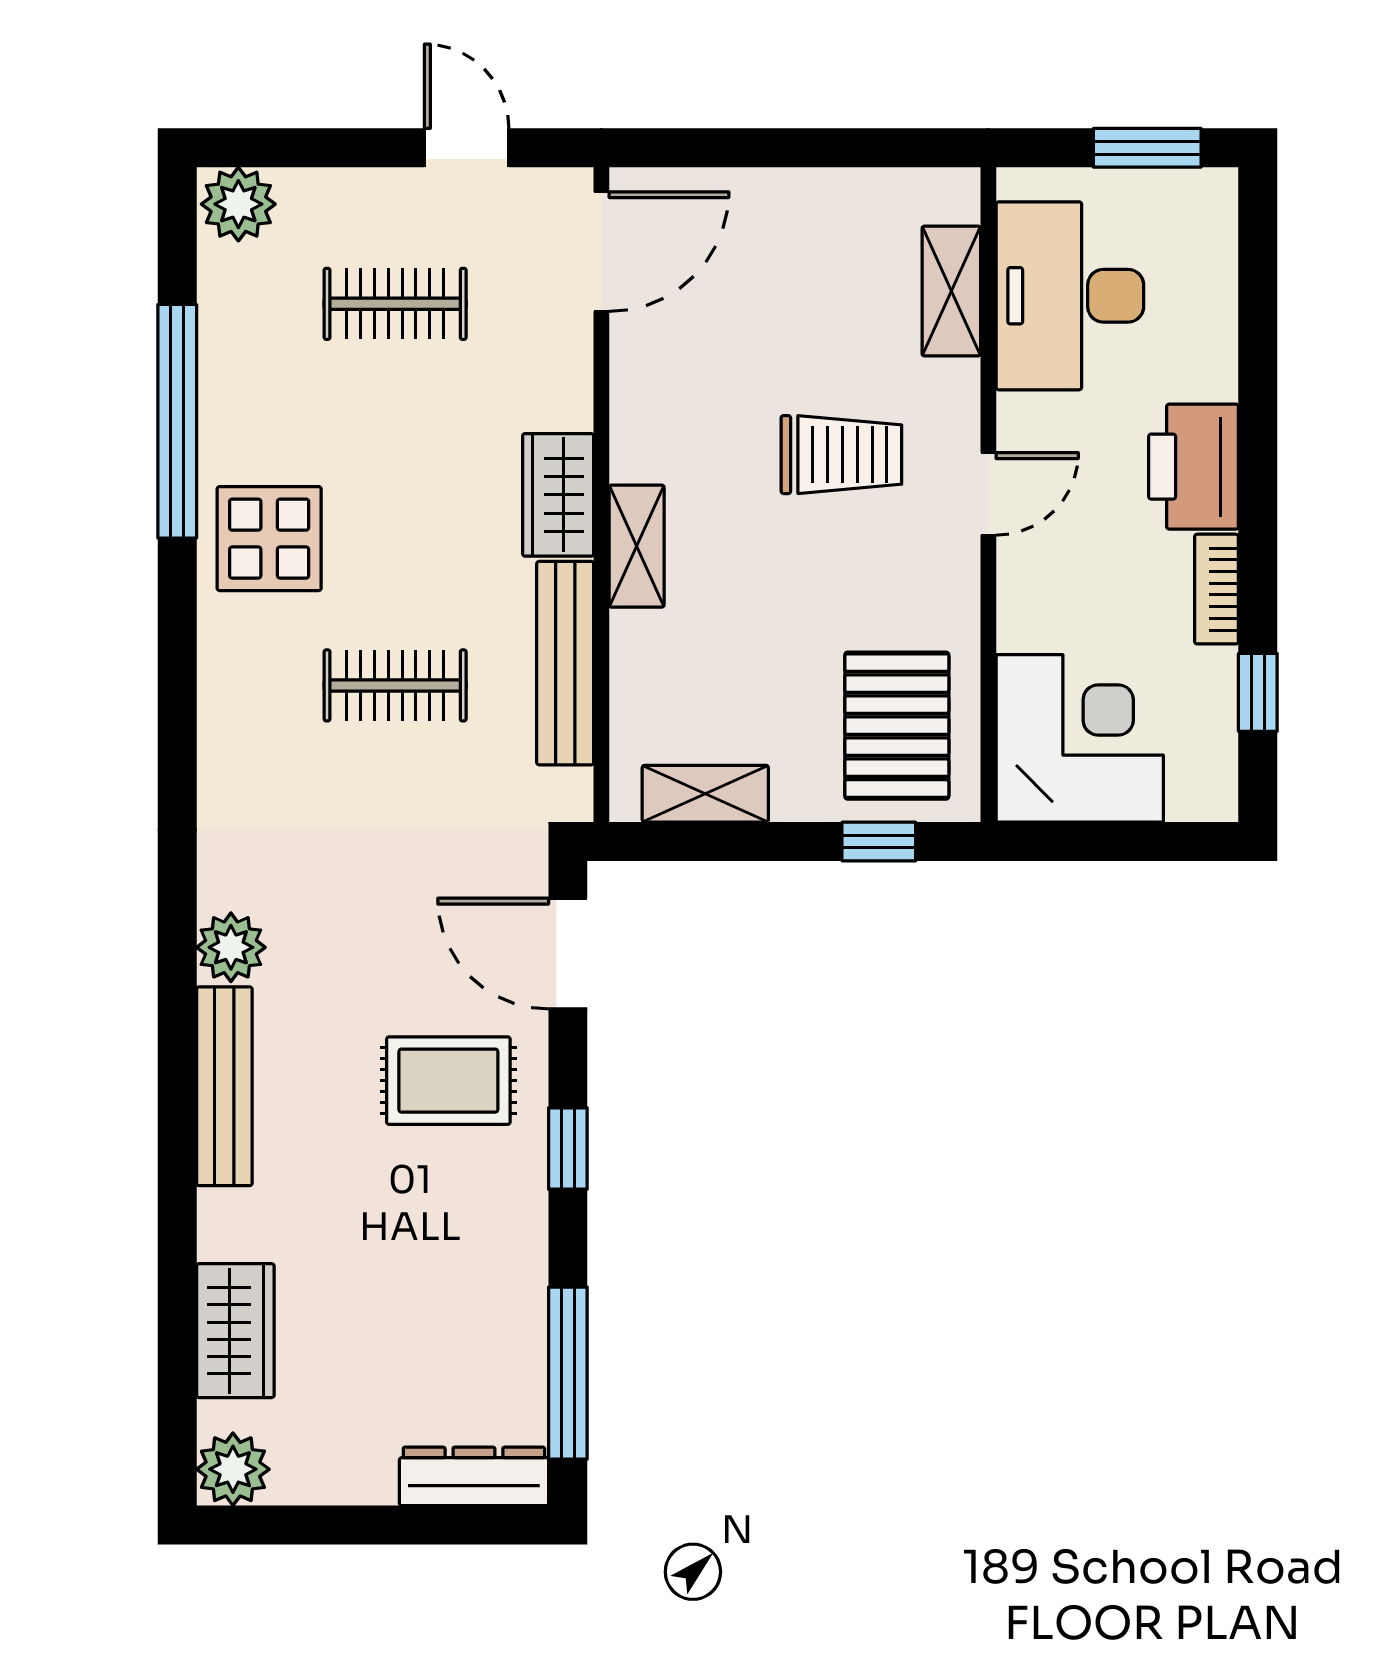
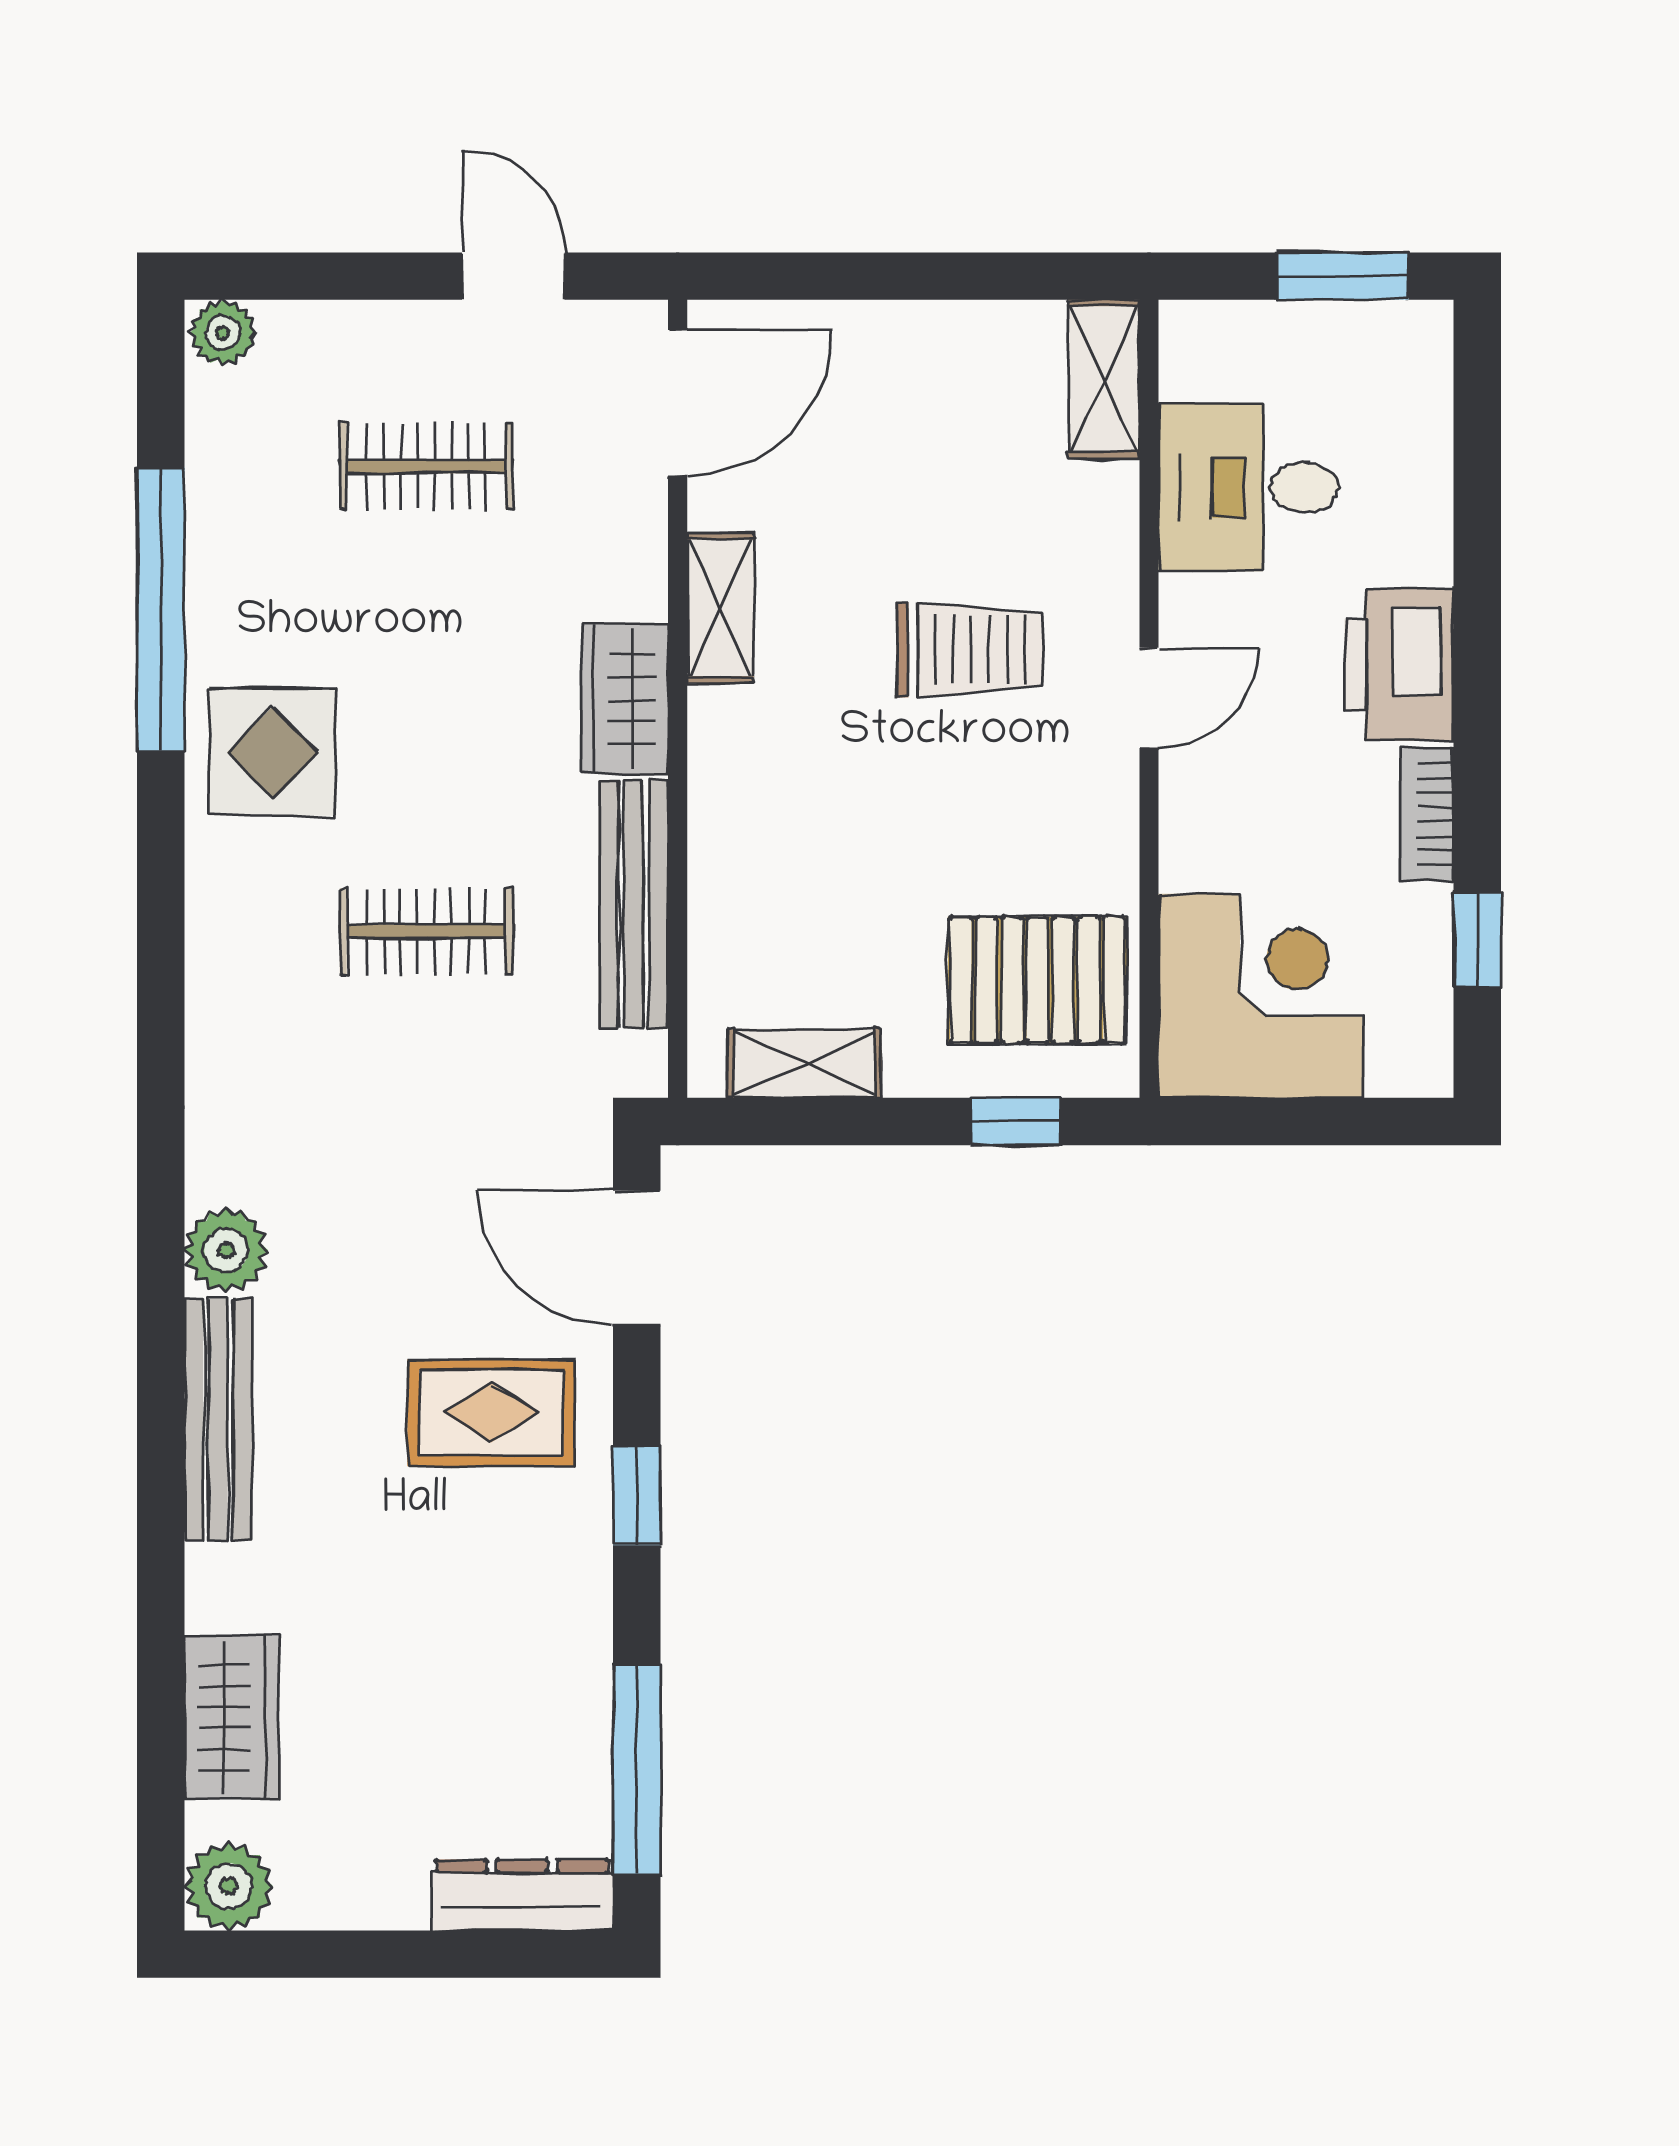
plant: (238, 204) -> (223, 333), width x0.73, depth x0.73
shelving: (951, 291) -> (1104, 379), moved
desk: (1070, 296) -> (1248, 488), width x0.73
shelving: (637, 546) -> (720, 608), moved
pallet: (897, 726) -> (1037, 980), turned 90

